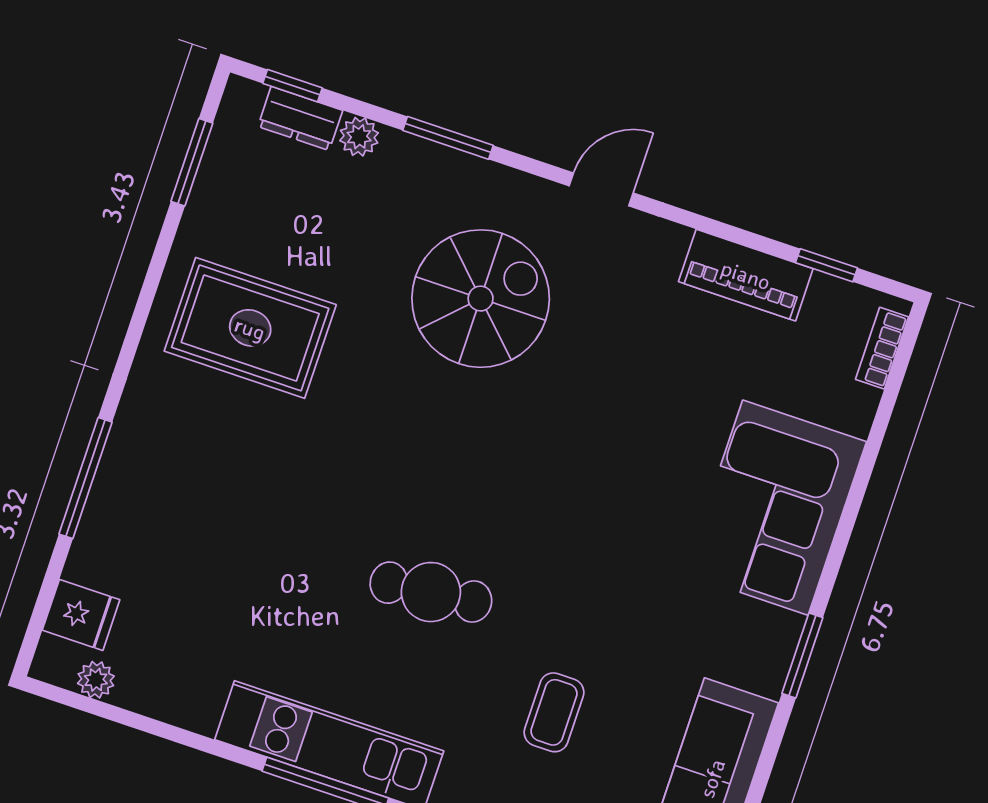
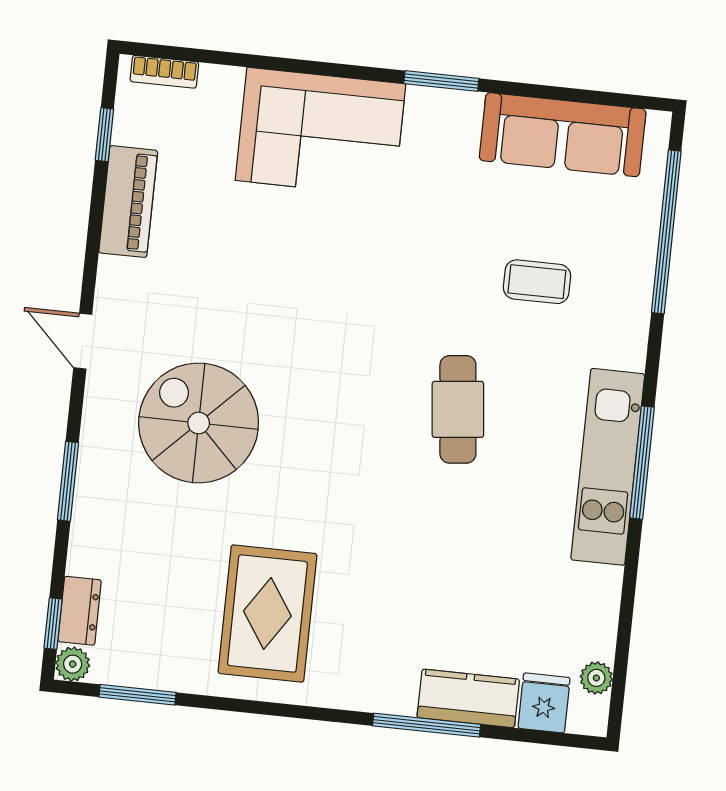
plant: (359, 137) -> (73, 664), moved
kitchen counter: (105, 531) -> (468, 698), added

